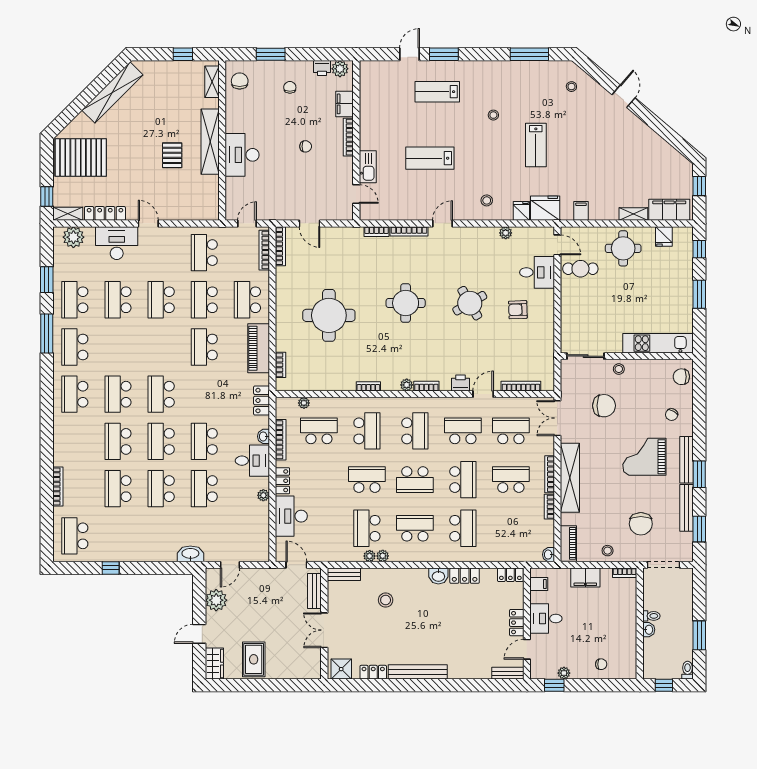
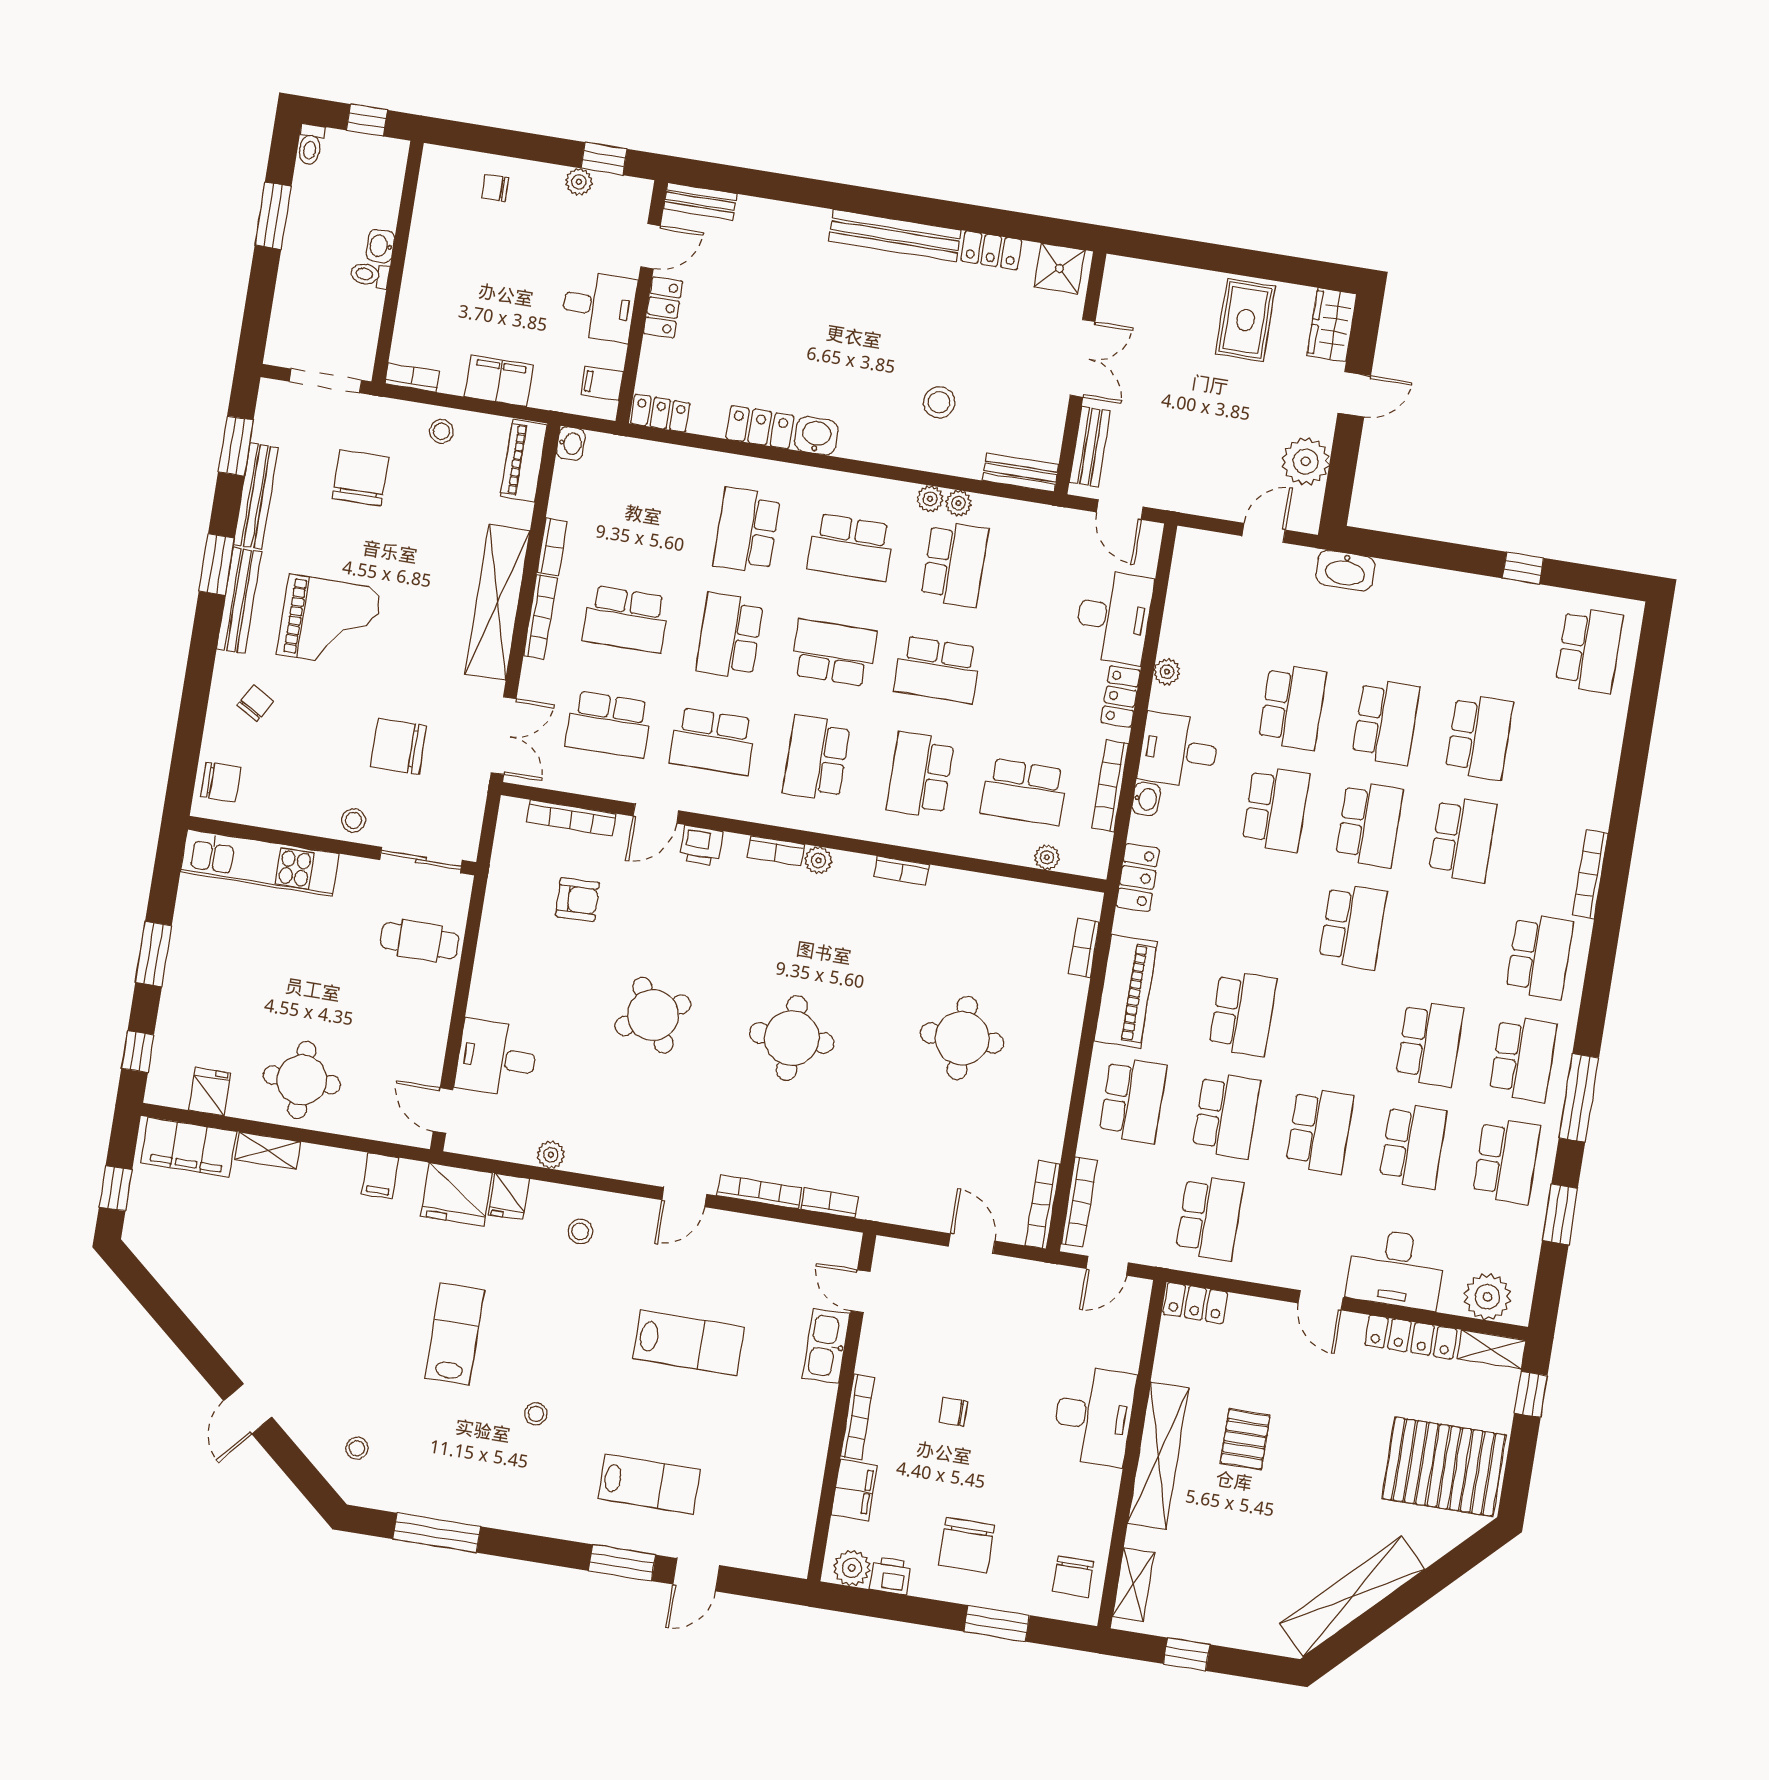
chair: (290, 87) -> (967, 1545), width x1.87, depth x1.87
locker: (204, 213) -> (1195, 1303), added
cafe table: (580, 269) -> (420, 941), moved
armchair: (518, 310) -> (577, 900), moved
round table: (329, 315) -> (962, 1038), width x0.73, depth x0.73
school desk: (118, 394) -> (1430, 1044), moved
bookcase: (58, 487) -> (1590, 874), moved

